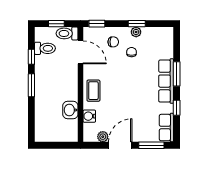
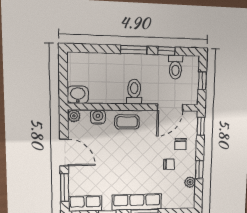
plant: (136, 32) -> (190, 182), moved
toilet: (67, 33) -> (134, 92), moved
washbasin: (70, 110) -> (78, 95), moved
plant: (103, 137) -> (74, 116), moved

